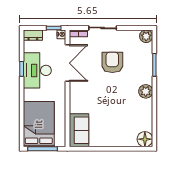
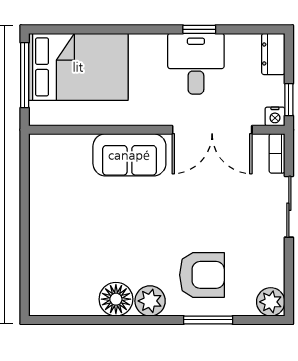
armchair: (112, 62) -> (202, 275), moved
desk: (37, 70) -> (196, 64), width x0.73
sofa: (79, 130) -> (129, 155), moved
floor lamp: (145, 139) -> (116, 299), moved

